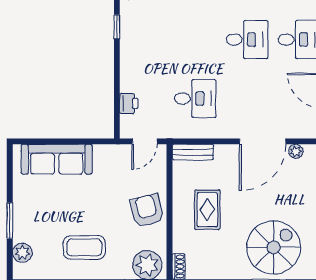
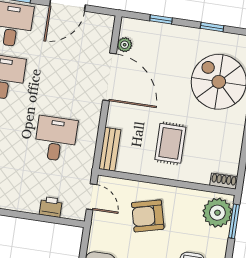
rug: (207, 210) -> (170, 143), turned 90
armchair: (147, 211) -> (148, 216), moved

